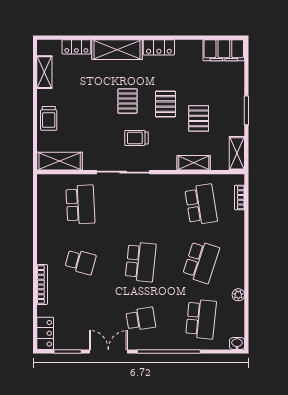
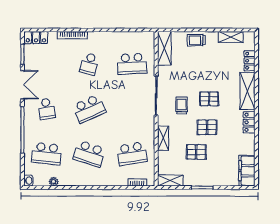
shelving: (194, 163) -> (163, 138), moved
school desk: (141, 262) -> (89, 109), turned -30
plant: (238, 295) -> (54, 182), moved

